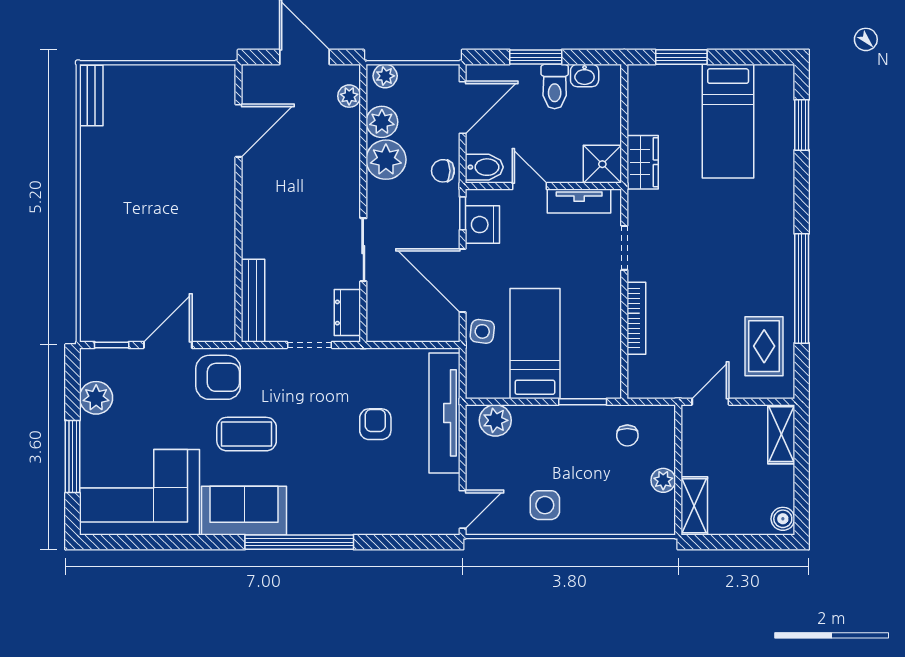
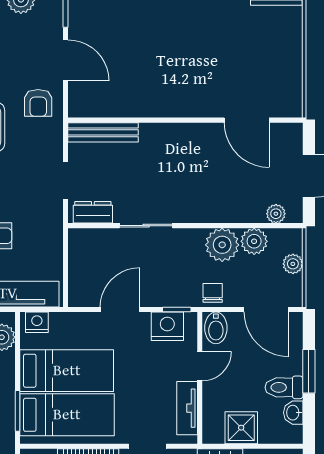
plant: (385, 76) -> (293, 264), moved
shower: (602, 164) -> (241, 428), moved
door: (463, 280) -> (120, 310), width x0.73
side table: (482, 331) -> (77, 326), removed
bed: (587, 343) -> (67, 415), added
armchair: (218, 377) -> (38, 103), width x0.72, depth x0.72
nightstand: (478, 379) -> (37, 322), added

